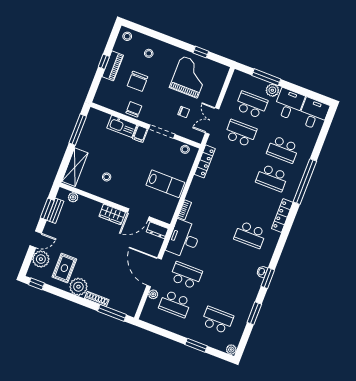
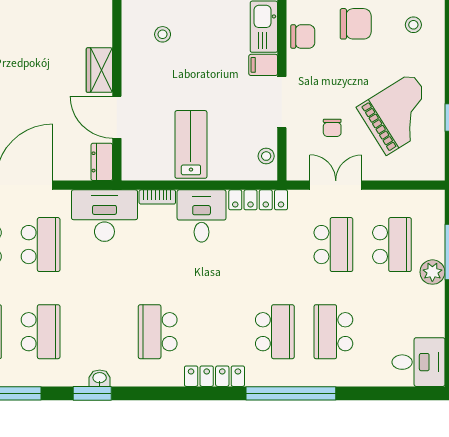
grand piano: (189, 77) -> (399, 114), turned -32
chair: (138, 81) -> (356, 24), turned 180
desk: (289, 104) -> (202, 216), moved, turned -90
school desk: (272, 178) -> (275, 332), turned 180
lab bench: (165, 184) -> (191, 144), turned 180
school desk: (228, 292) -> (41, 332), added

